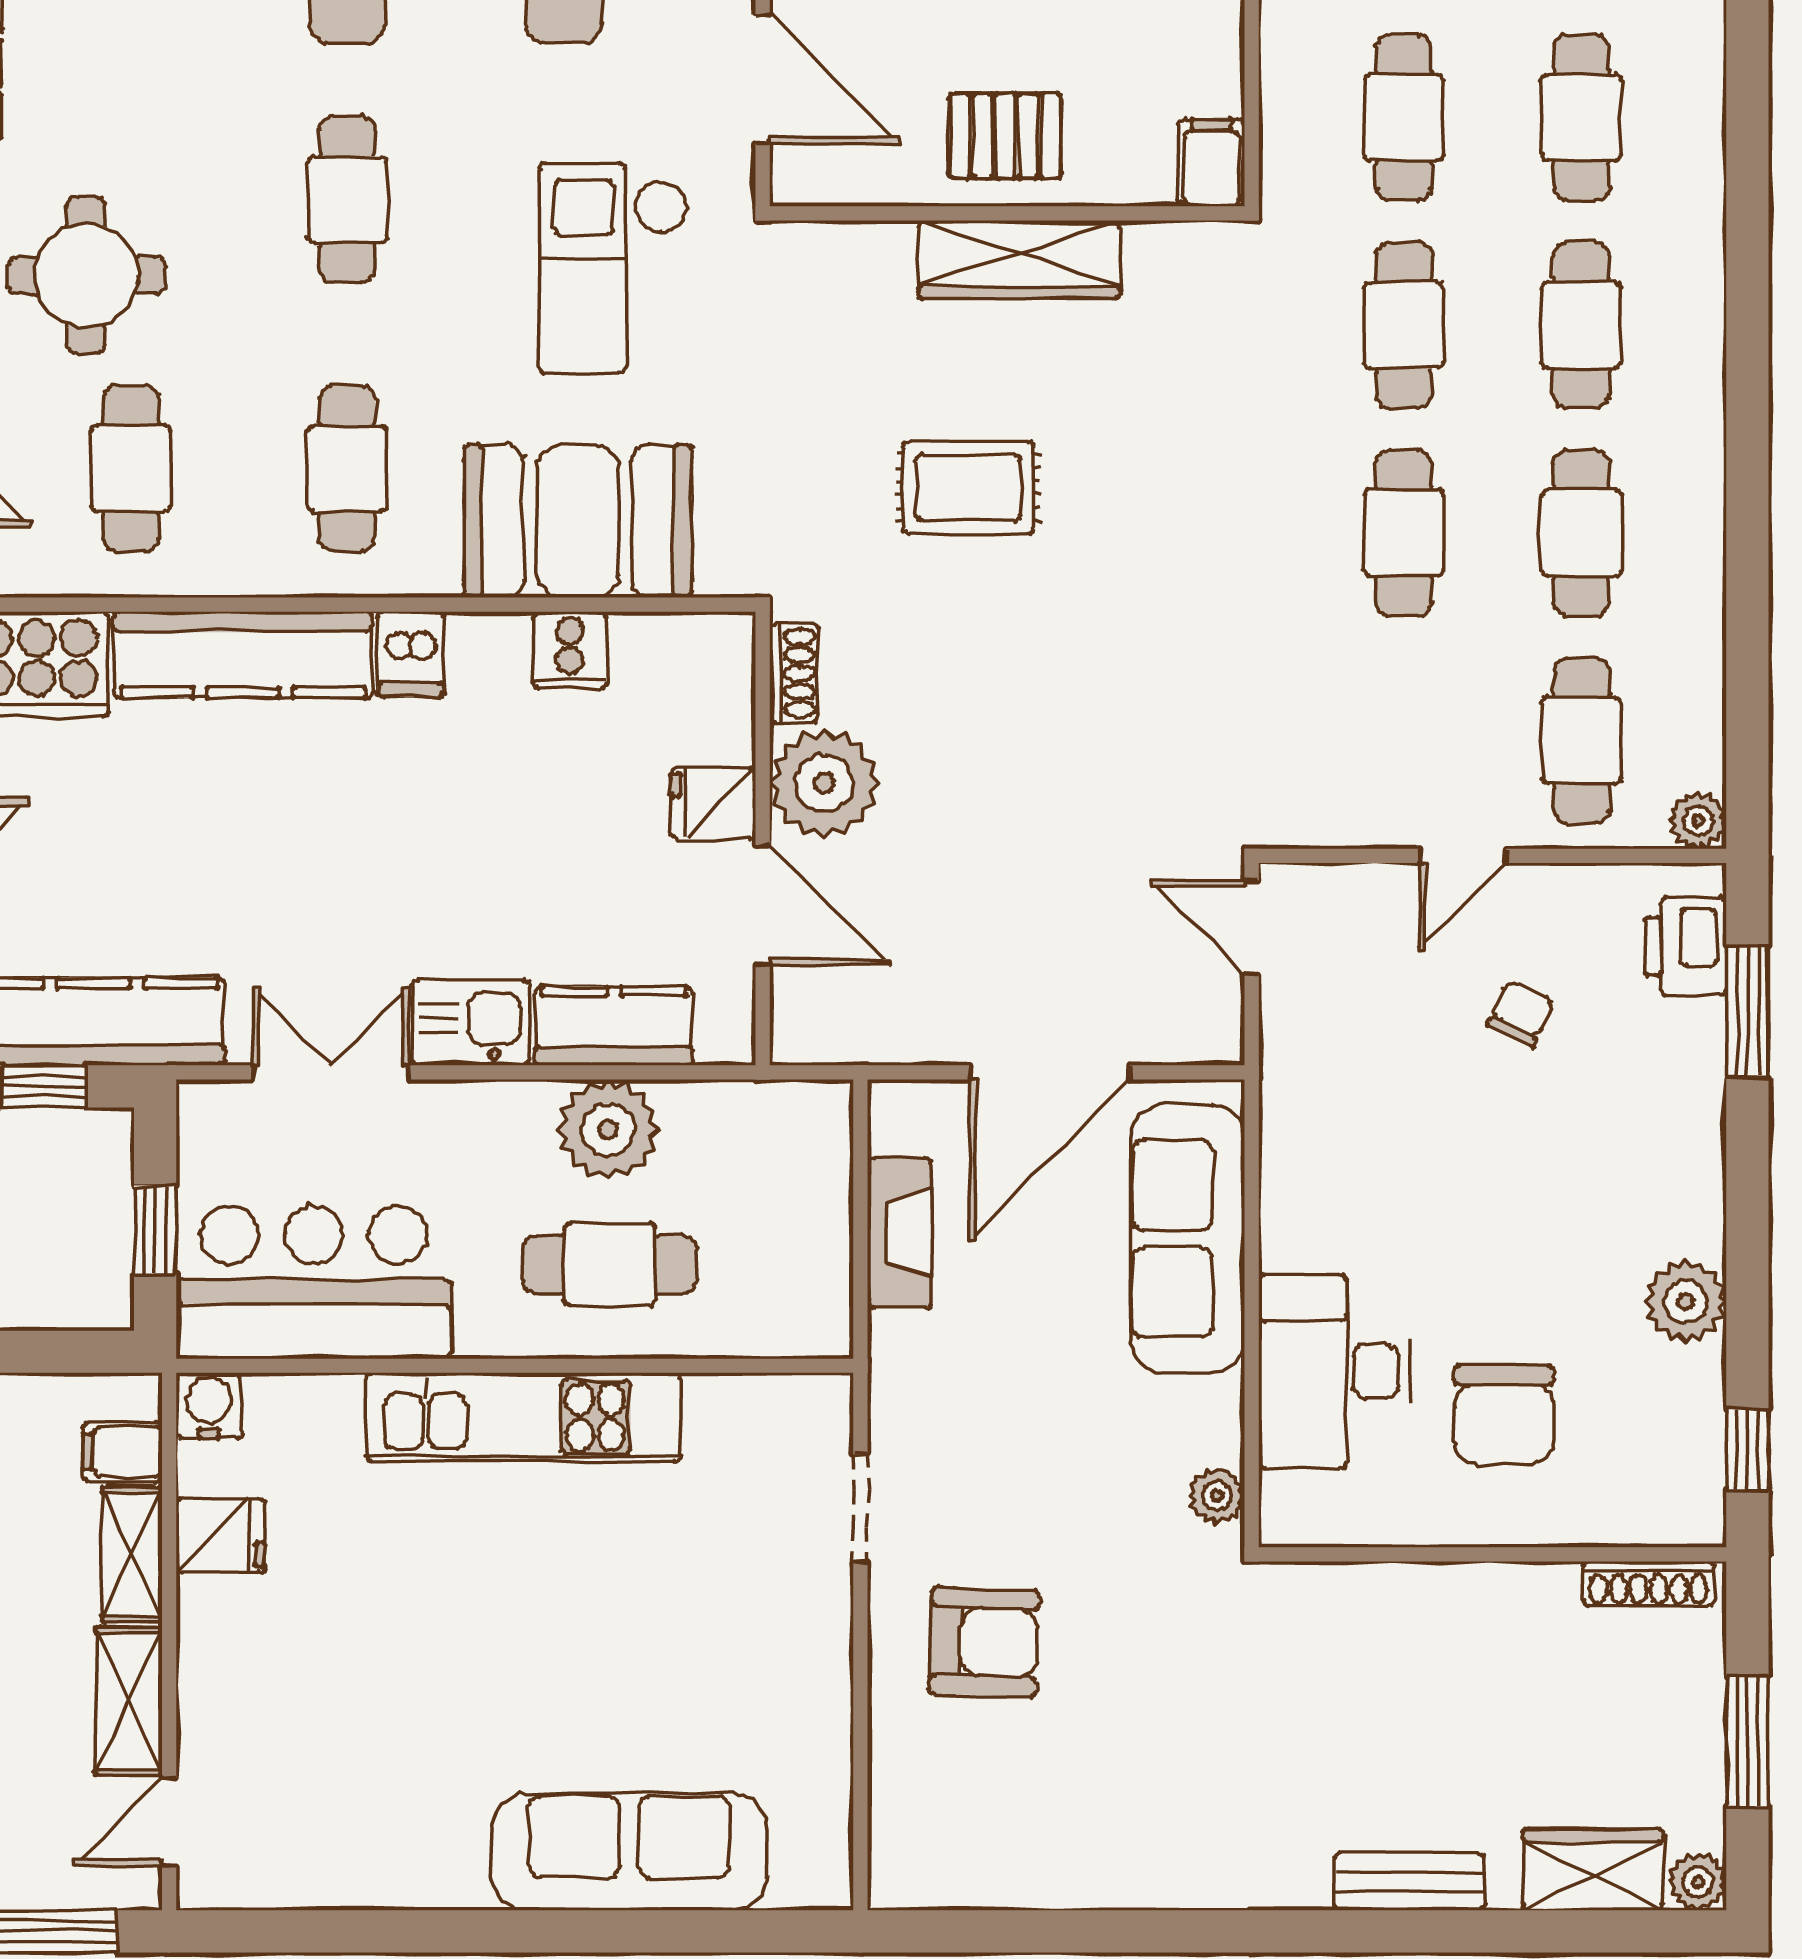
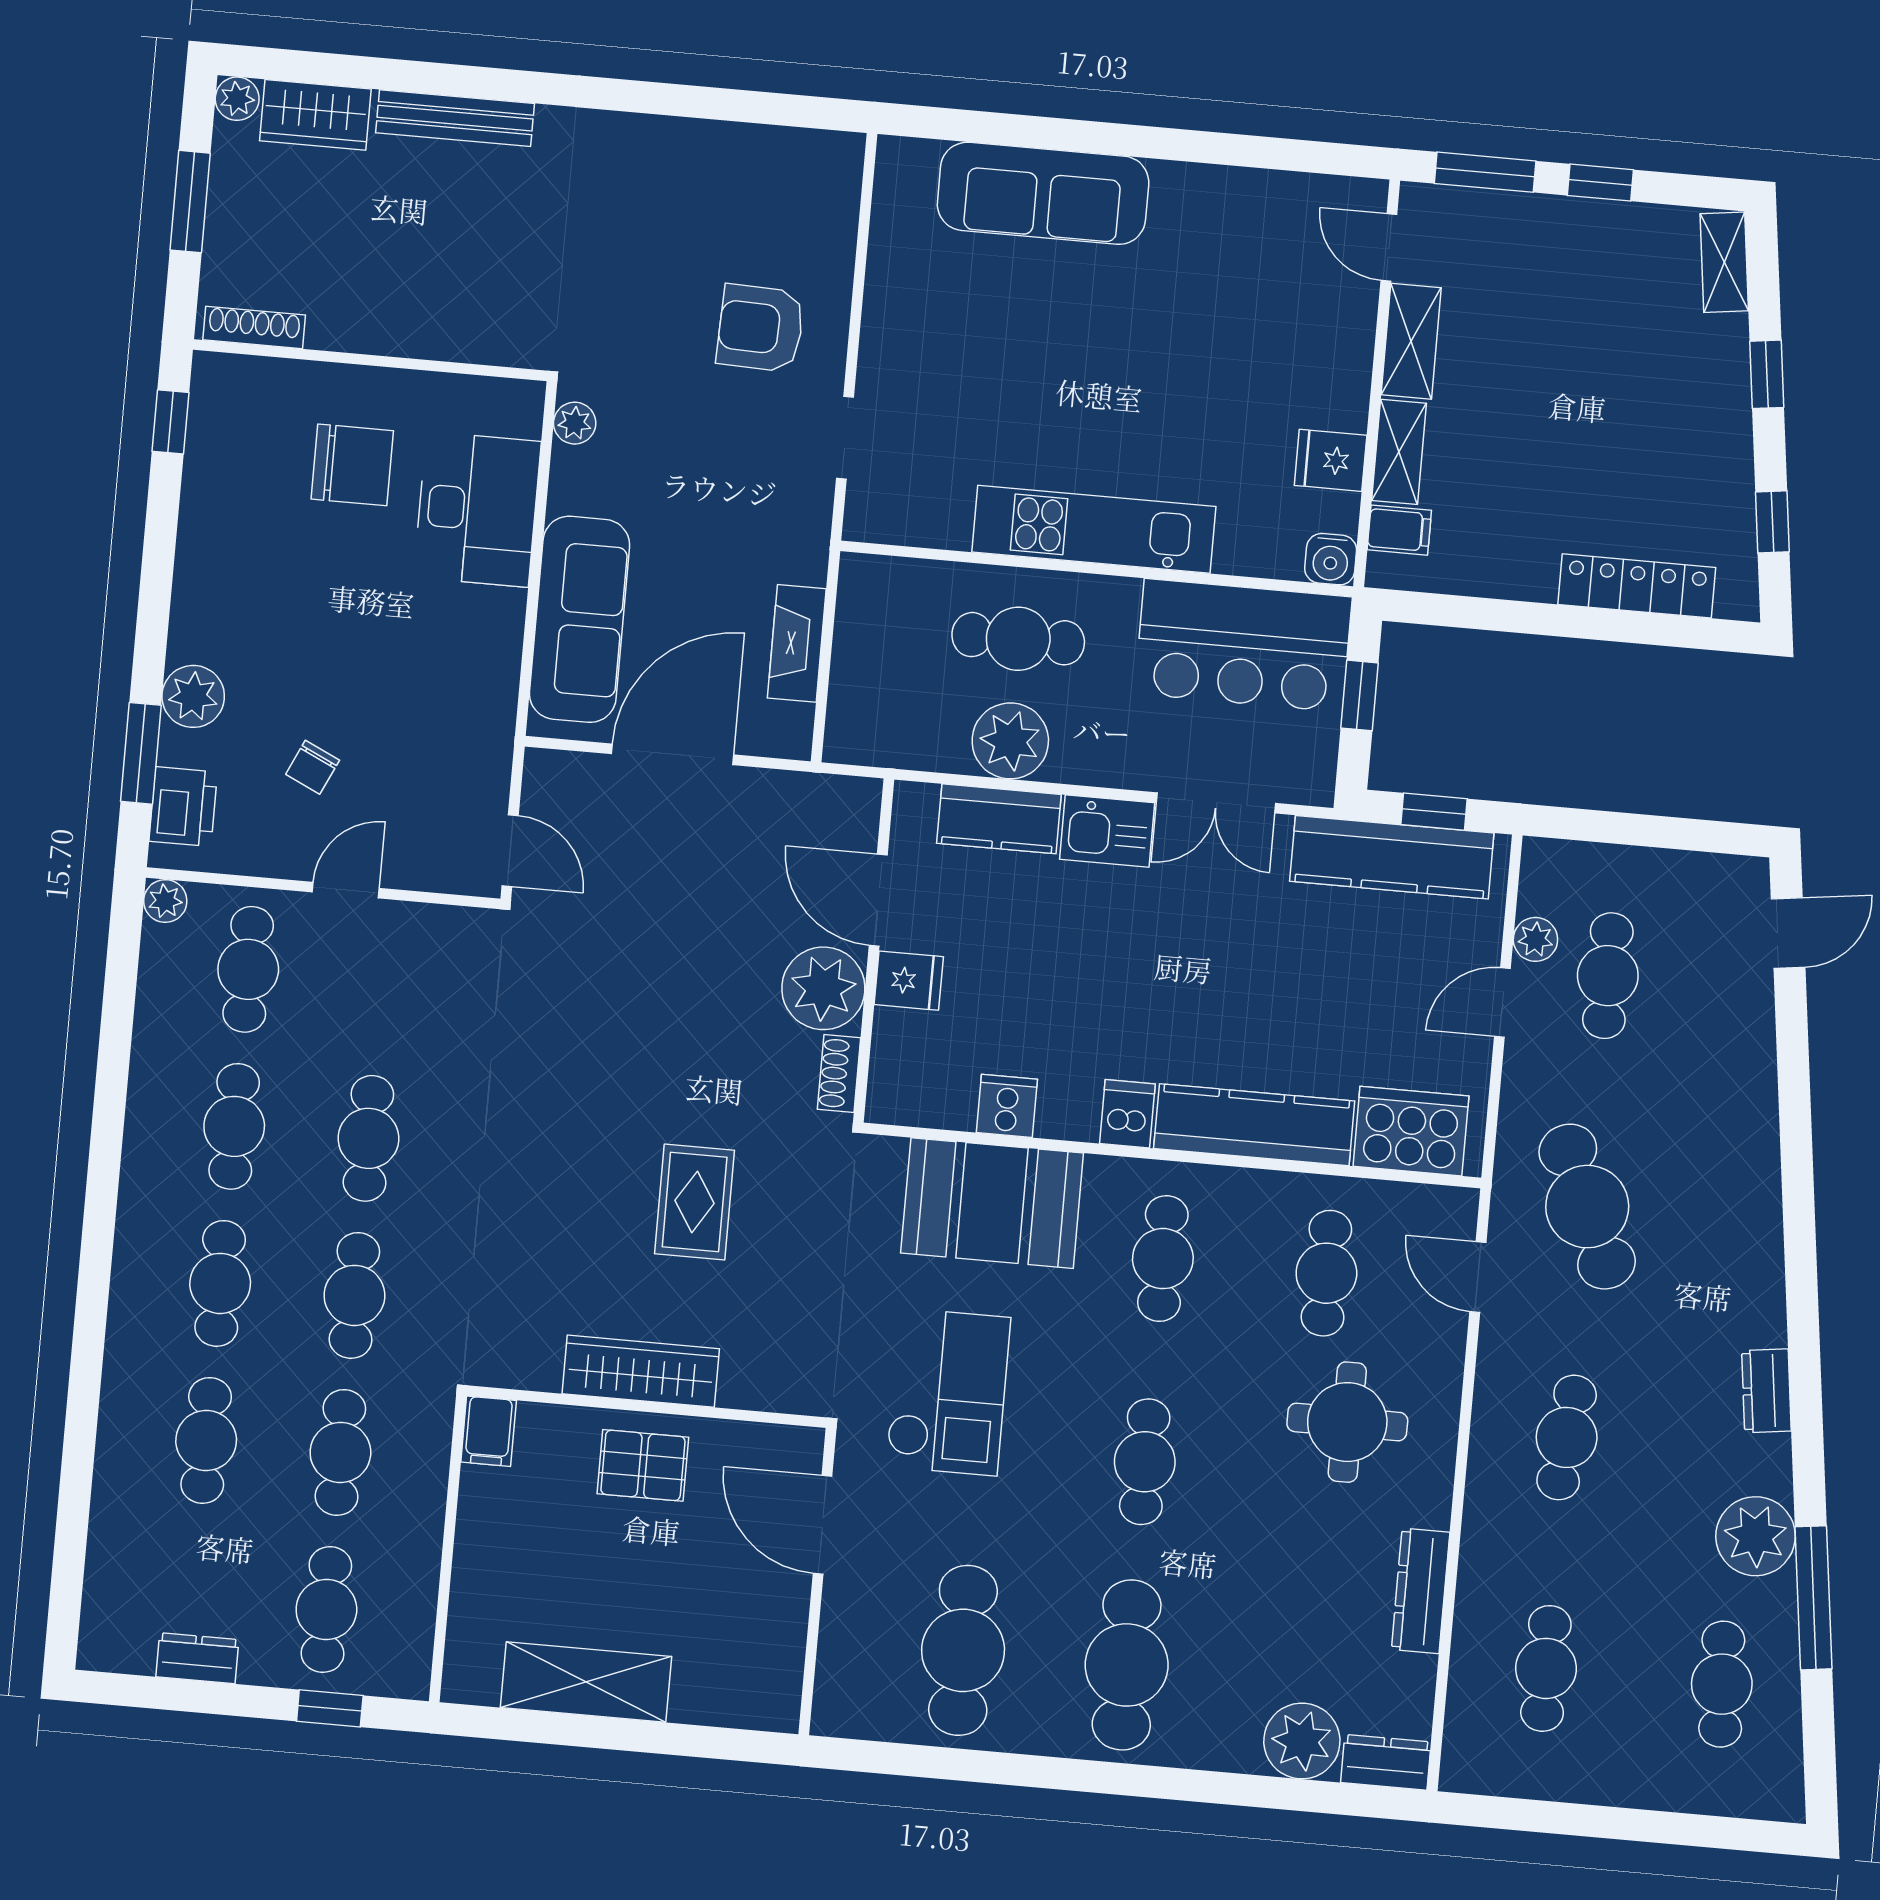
rug: (968, 488) -> (695, 1202), turned 90
plant: (1685, 1301) -> (193, 696), moved
chair: (1504, 1415) -> (352, 465), turned 90
door: (169, 1821) -> (1389, 247), swing flipped
bench: (1410, 1882) -> (455, 118), width x1.36

